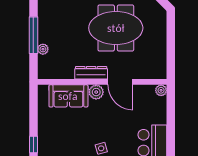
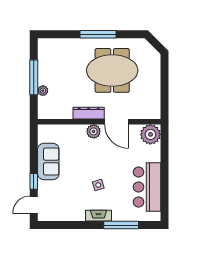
plant: (161, 90) -> (150, 134), width x1.87, depth x1.87
sofa: (68, 96) -> (48, 162), moved, turned -90

